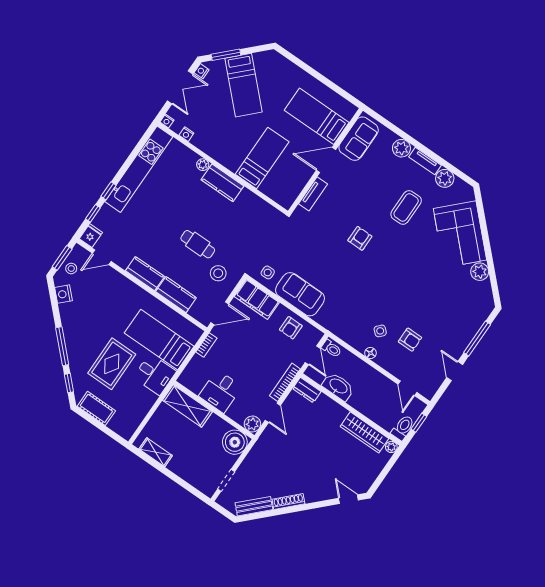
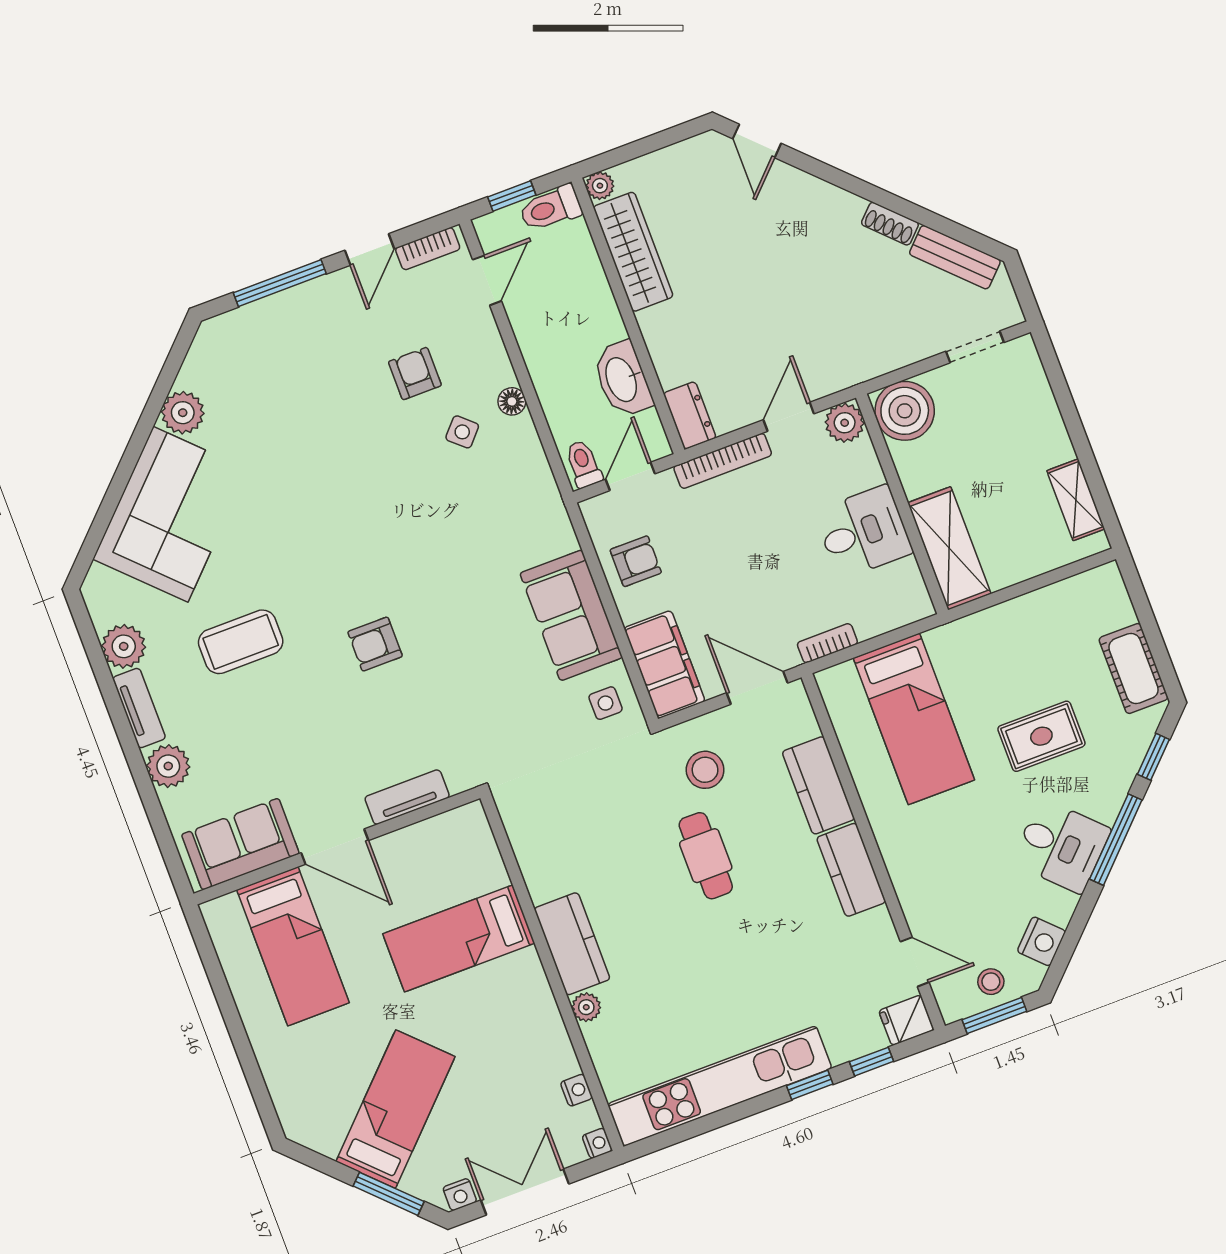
rug: (112, 364) -> (1041, 736), width x0.73, depth x0.70
desk: (155, 374) -> (1061, 846), moved, turned 135
bookcase: (435, 385) -> (428, 249), added
shoe rack: (288, 501) -> (890, 224), width x0.70

